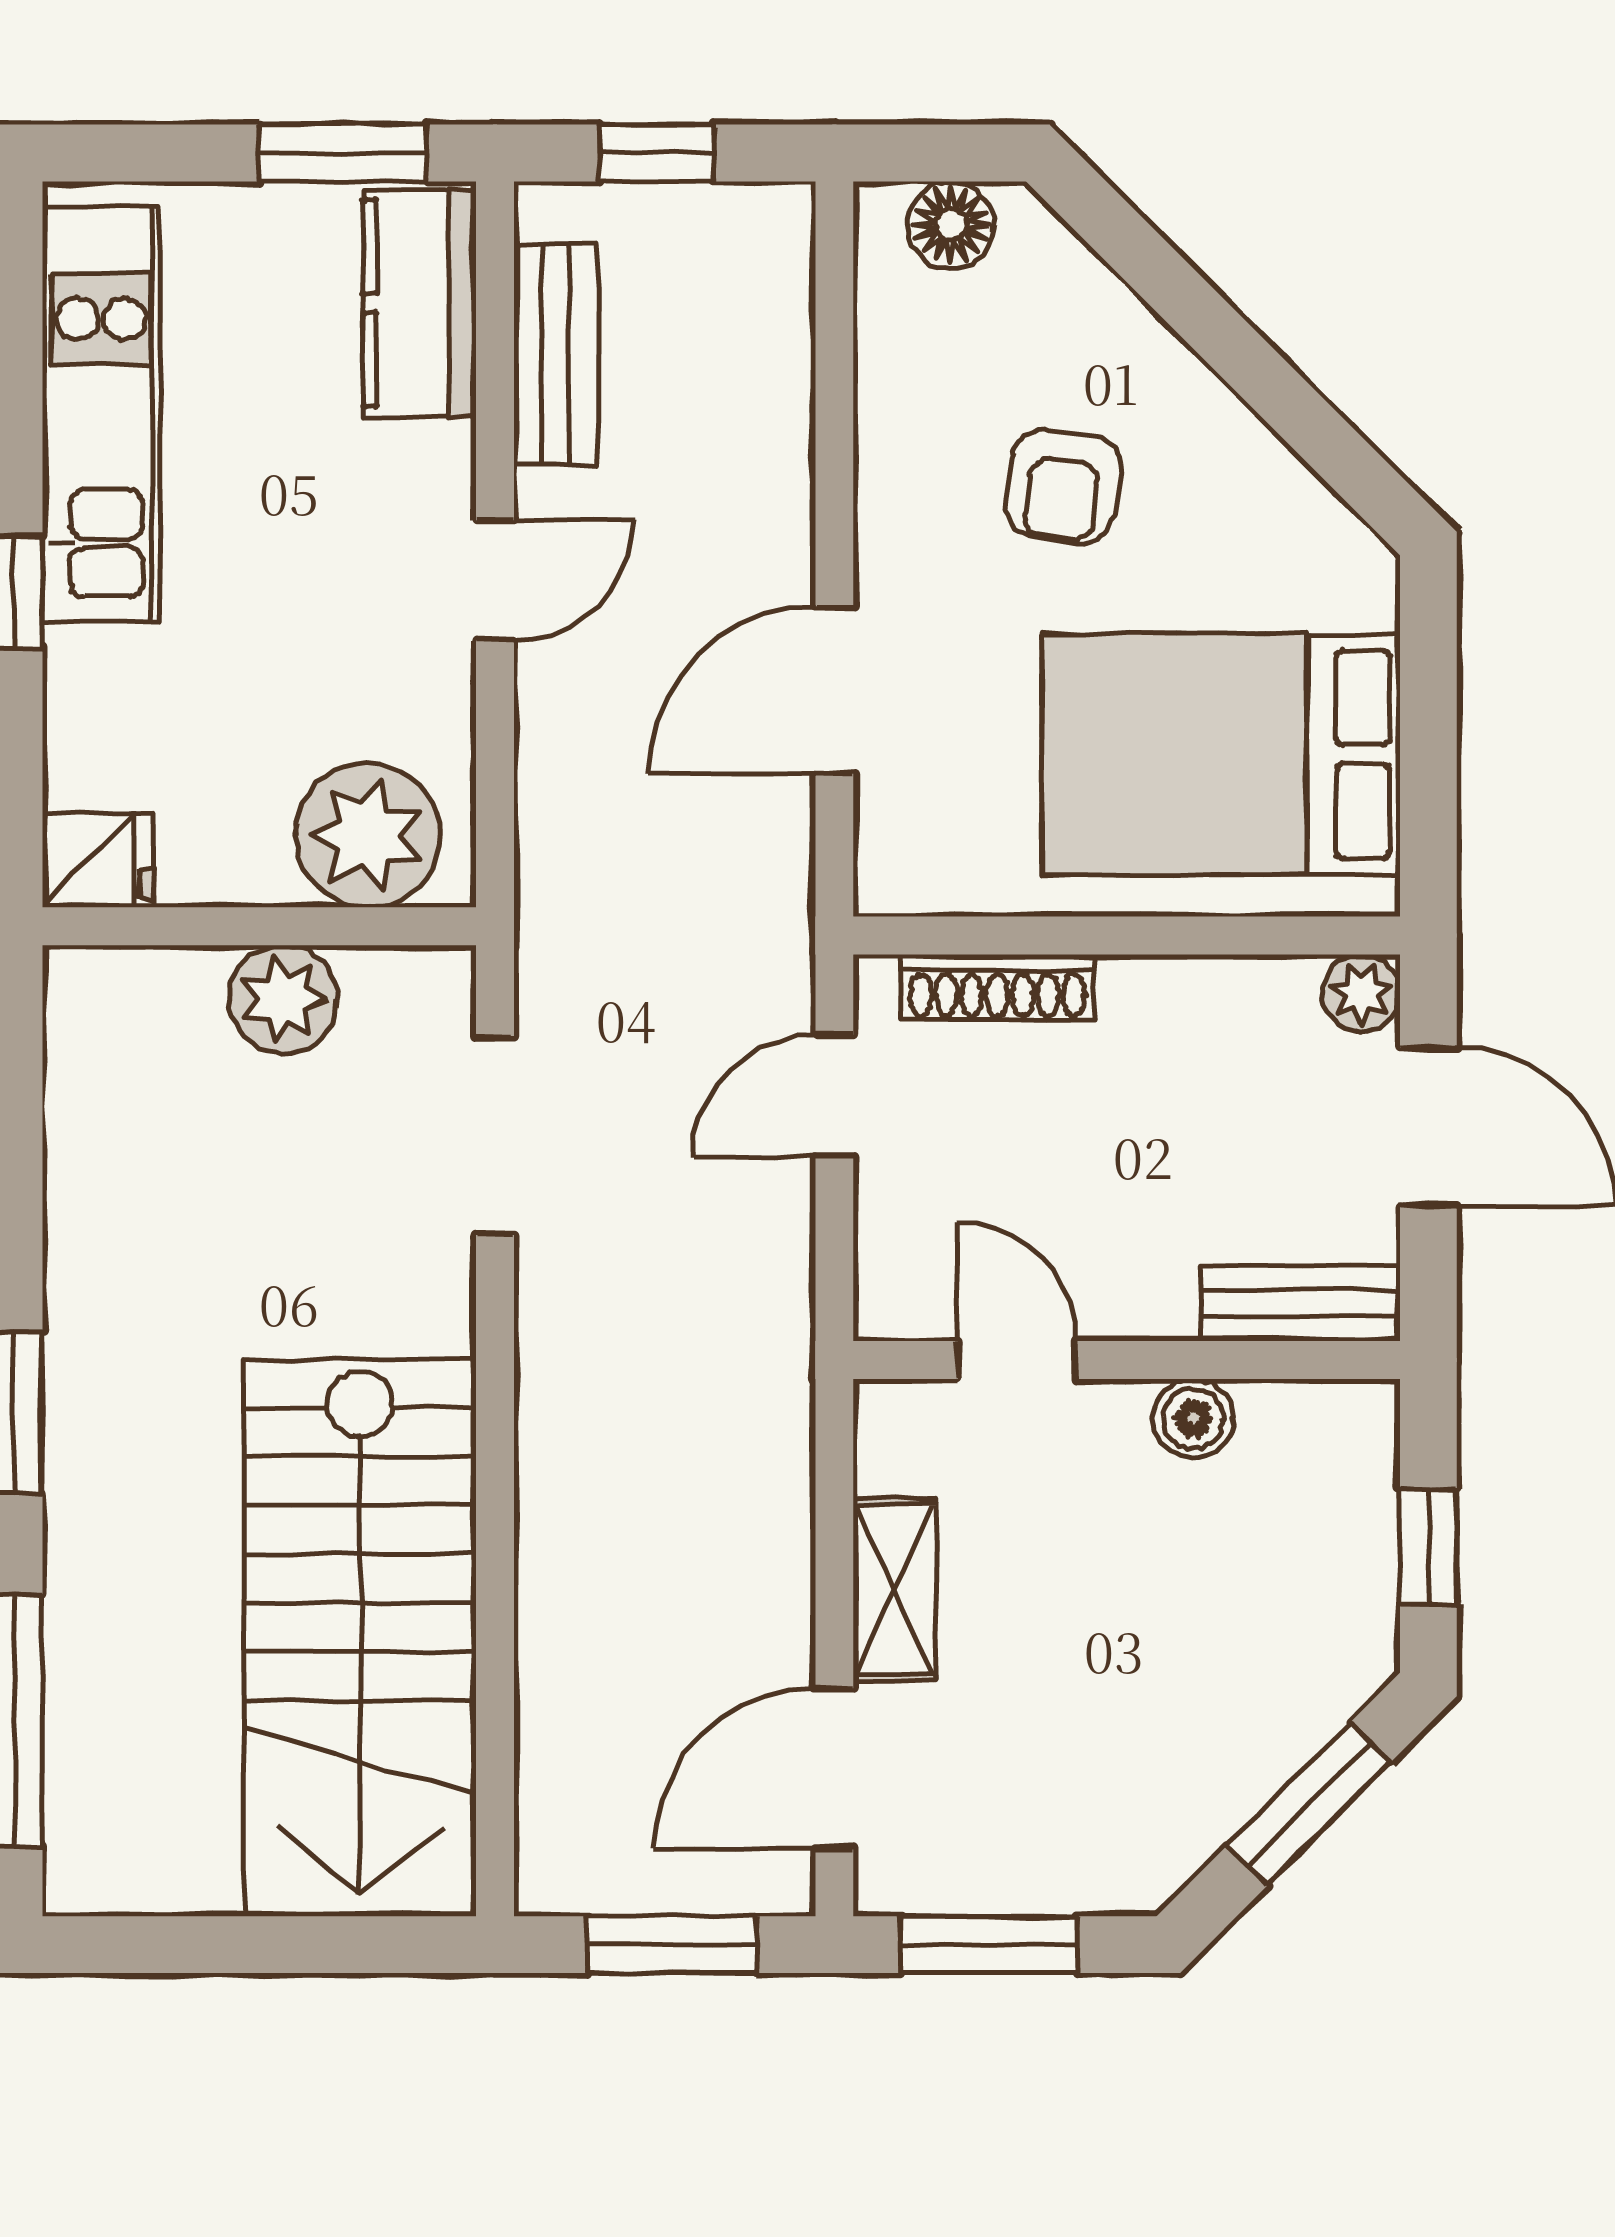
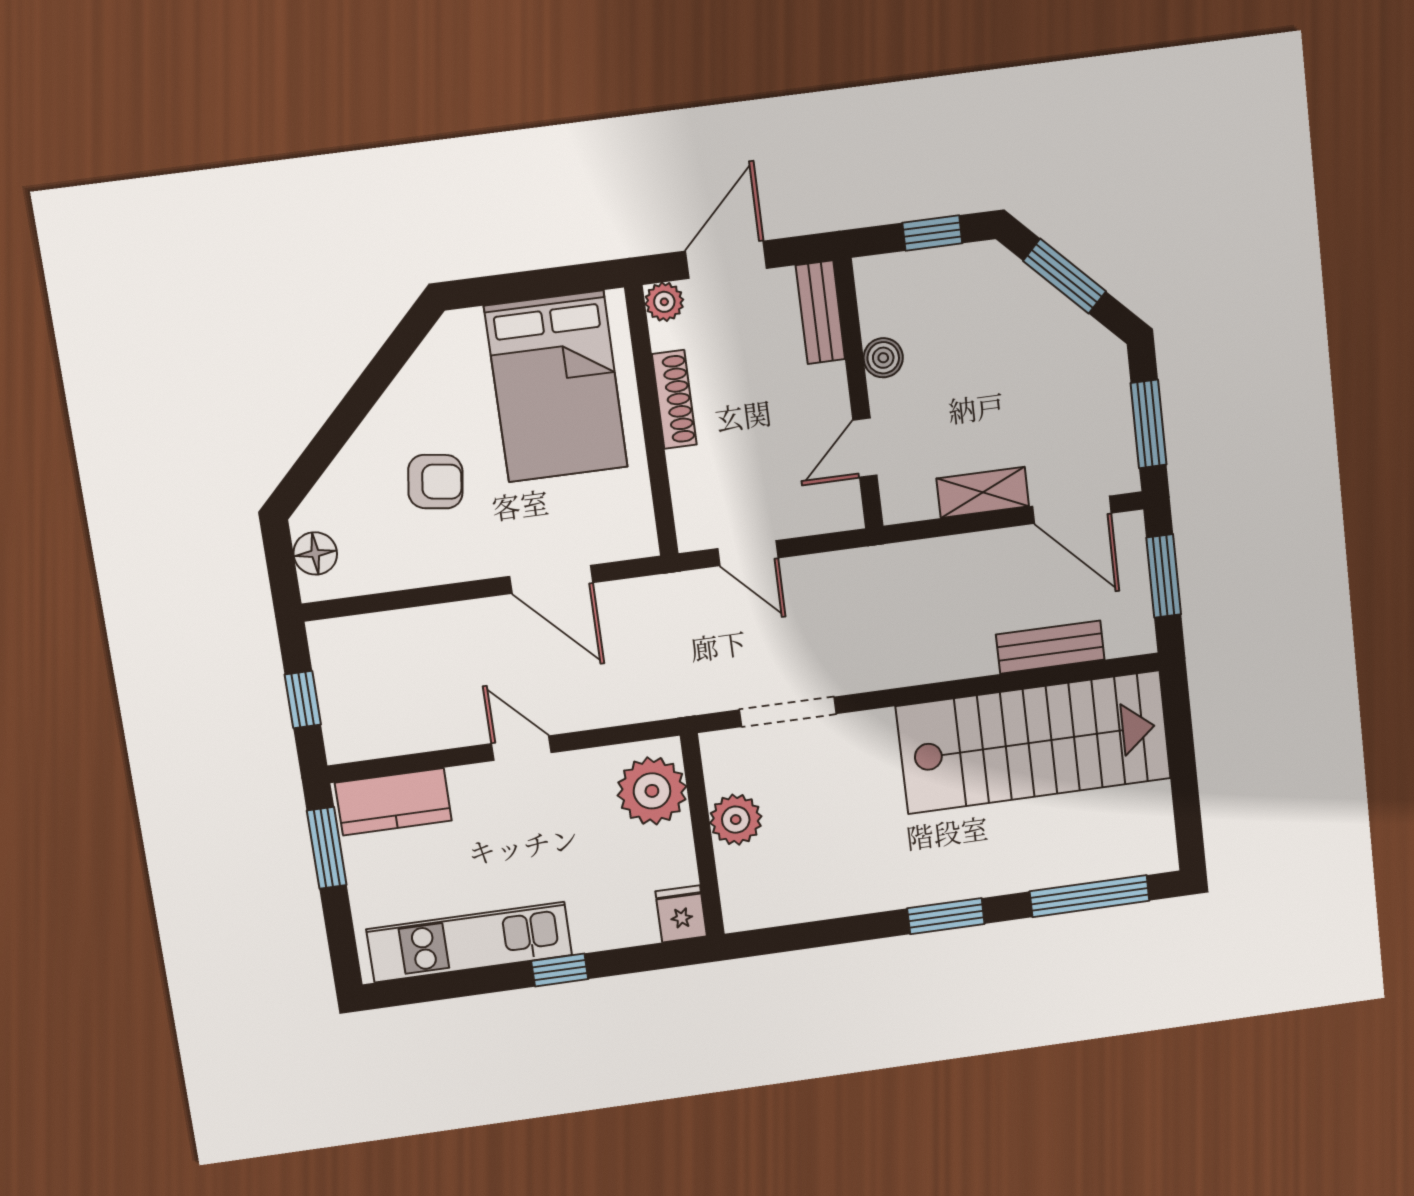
bench: (556, 355) -> (1050, 647), moved
shoe rack: (997, 987) -> (674, 399), moved

